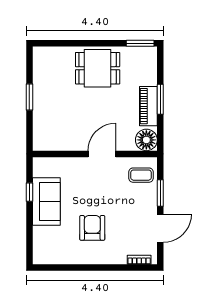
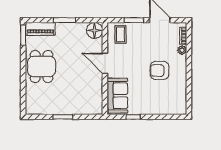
piano: (148, 106) -> (40, 29), moved
sofa: (46, 202) -> (117, 96), moved, turned 90
plant: (120, 258) -> (182, 50), added

